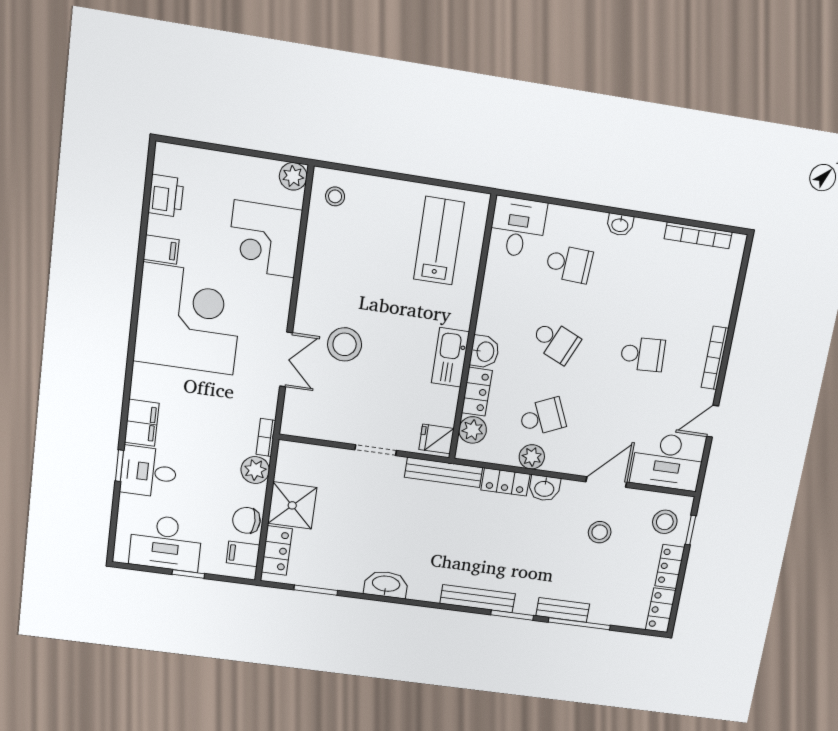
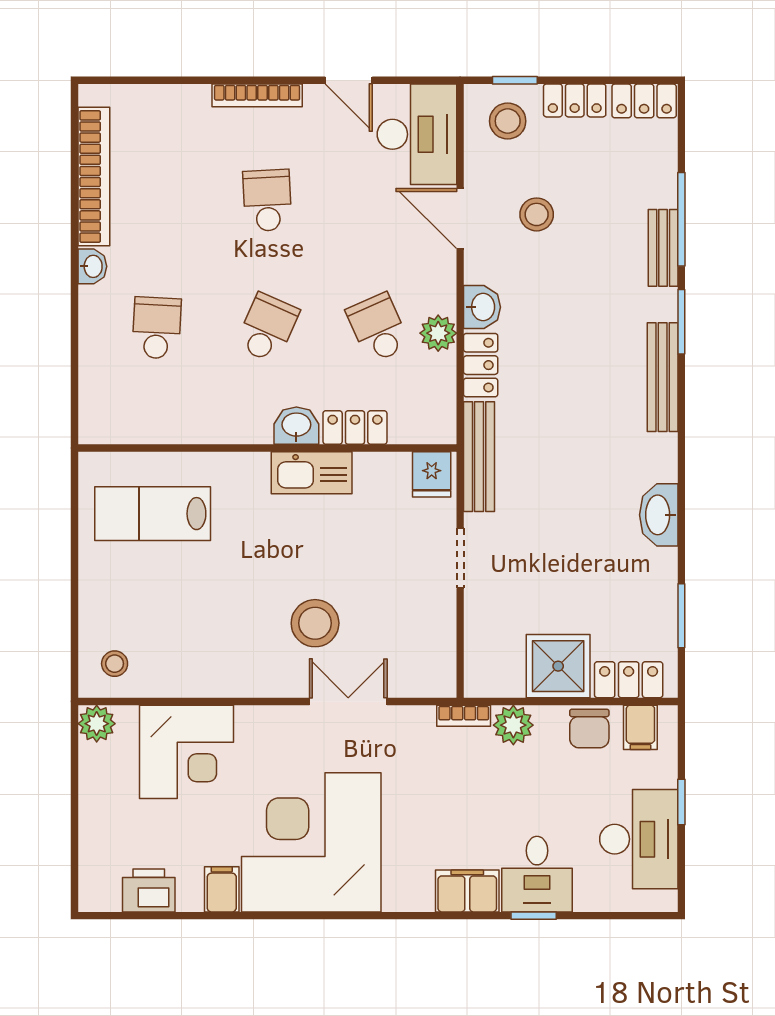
desk: (518, 227) -> (117, 408), removed
bookcase: (698, 235) -> (94, 176), width x1.48, depth x1.31
plant: (473, 430) -> (411, 425), removed

